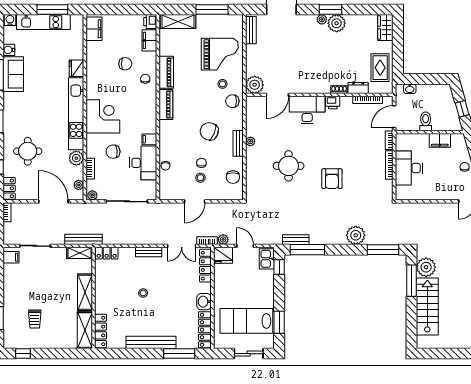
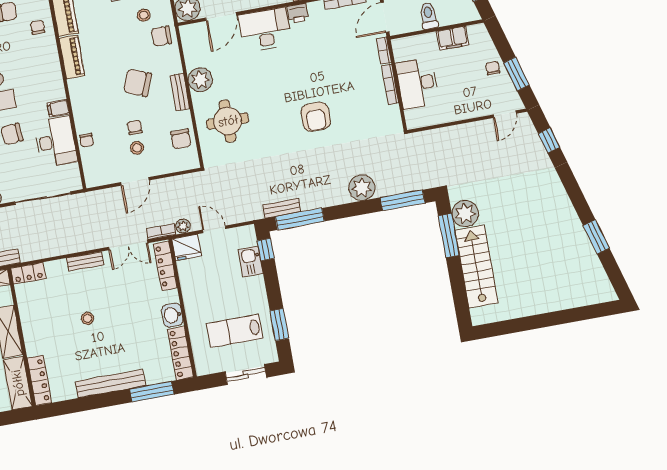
plant: (250, 141) -> (200, 80), width x1.88, depth x1.88
round table: (289, 166) -> (228, 121), moved
kitchen sink: (267, 259) -> (251, 261), moved
lab bench: (246, 321) -> (235, 331), width x0.73, depth x0.72

